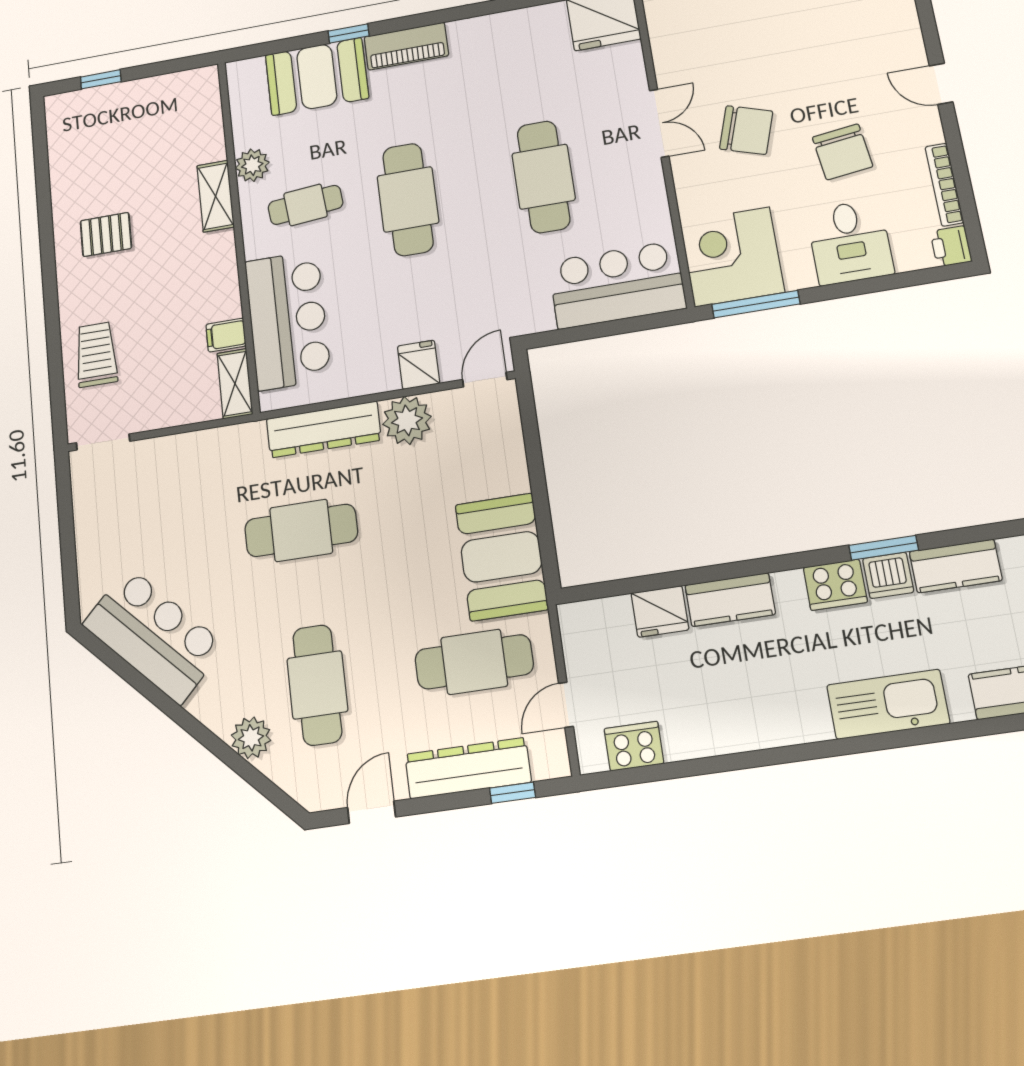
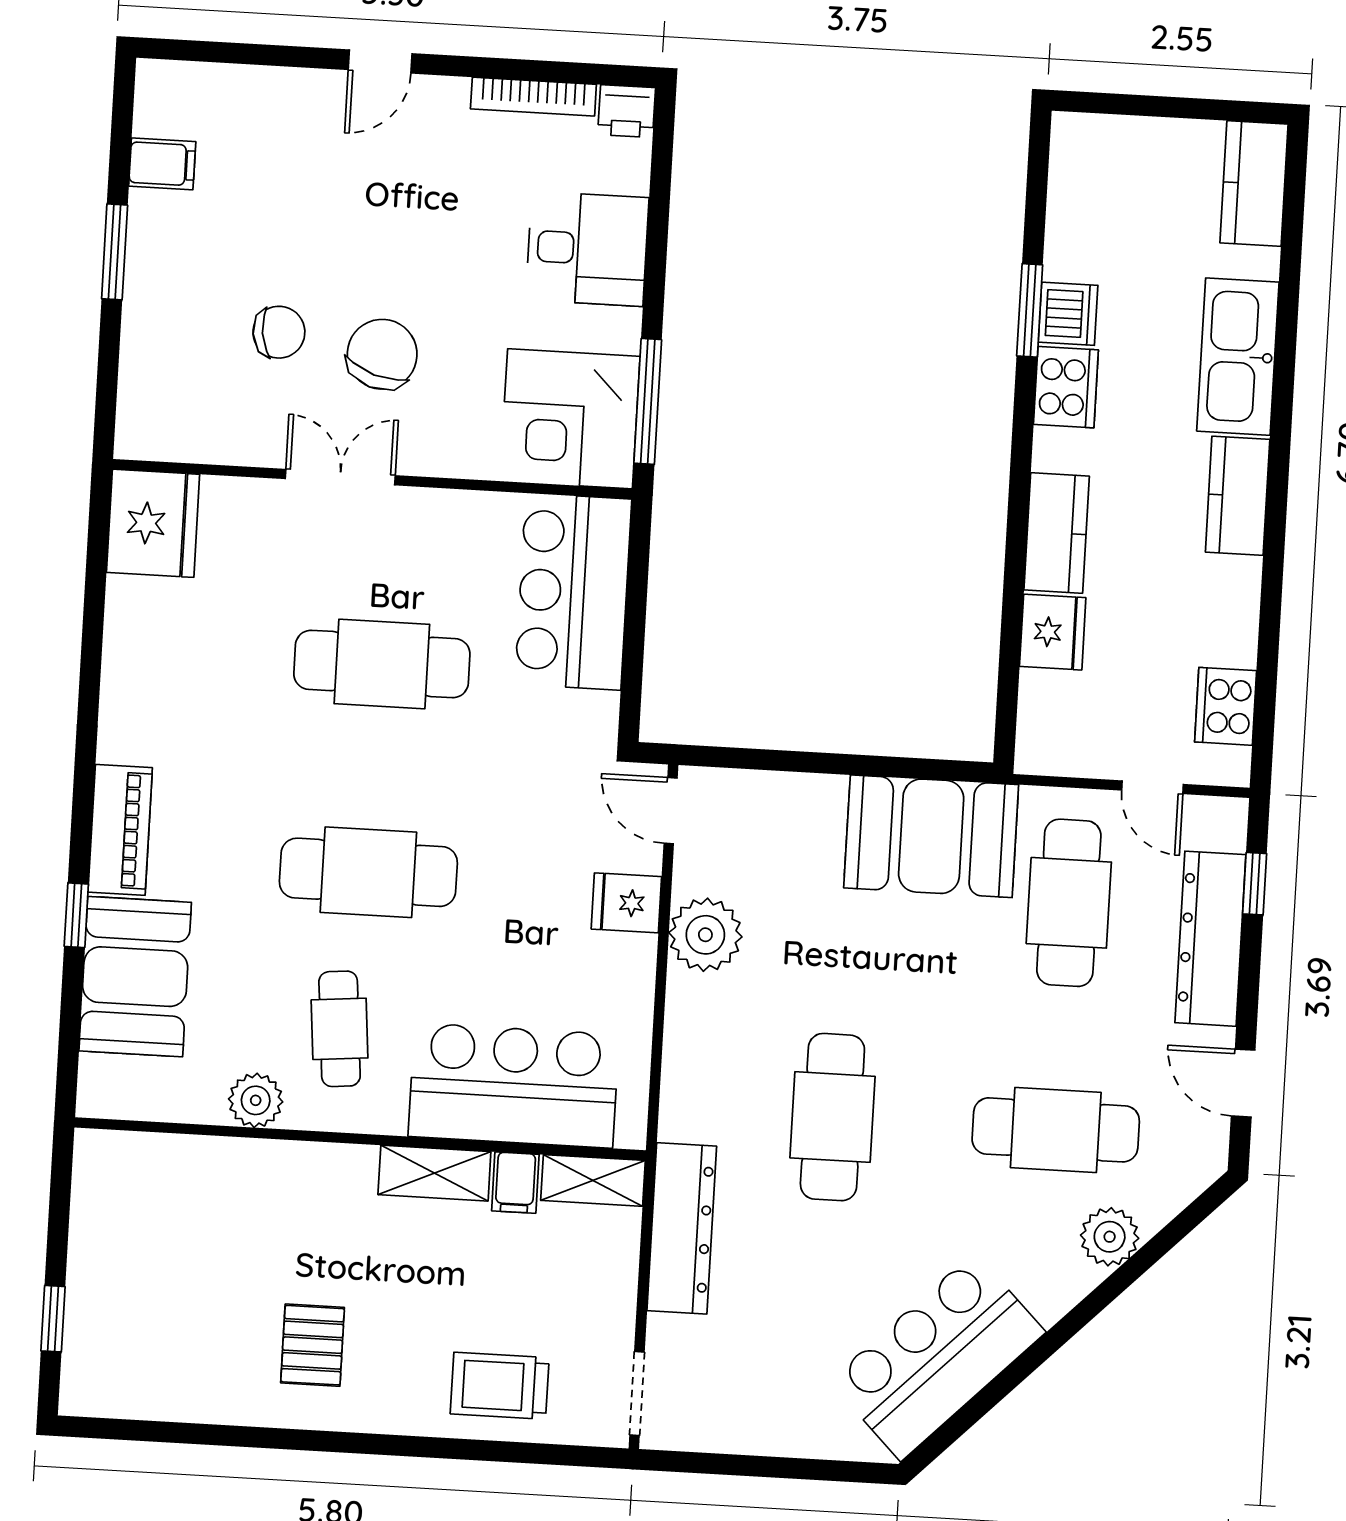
chair: (842, 152) -> (279, 332), moved, width x0.73, depth x0.73
shelving: (216, 196) -> (434, 1173), moved
dresser: (324, 429) -> (682, 1228), moved
kitchen counter: (956, 566) -> (1238, 496), moved, turned 180

